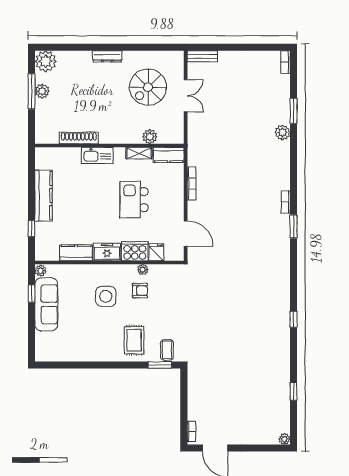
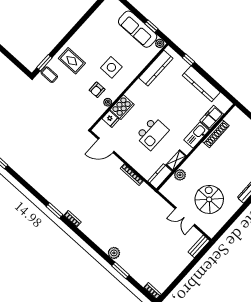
kitchen island: (134, 200) -> (152, 133), turned 90
freezer: (107, 252) -> (212, 117), moved, turned 180
kitchen counter: (76, 253) -> (156, 68), width x1.50

